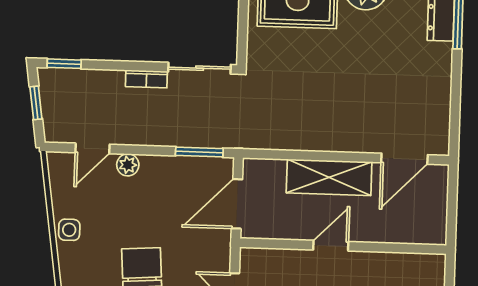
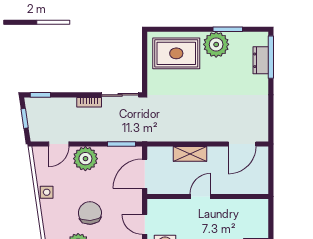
plant: (128, 165) -> (85, 159), width x1.87, depth x1.87
shelving: (329, 177) -> (190, 154), width x0.67, depth x0.75

